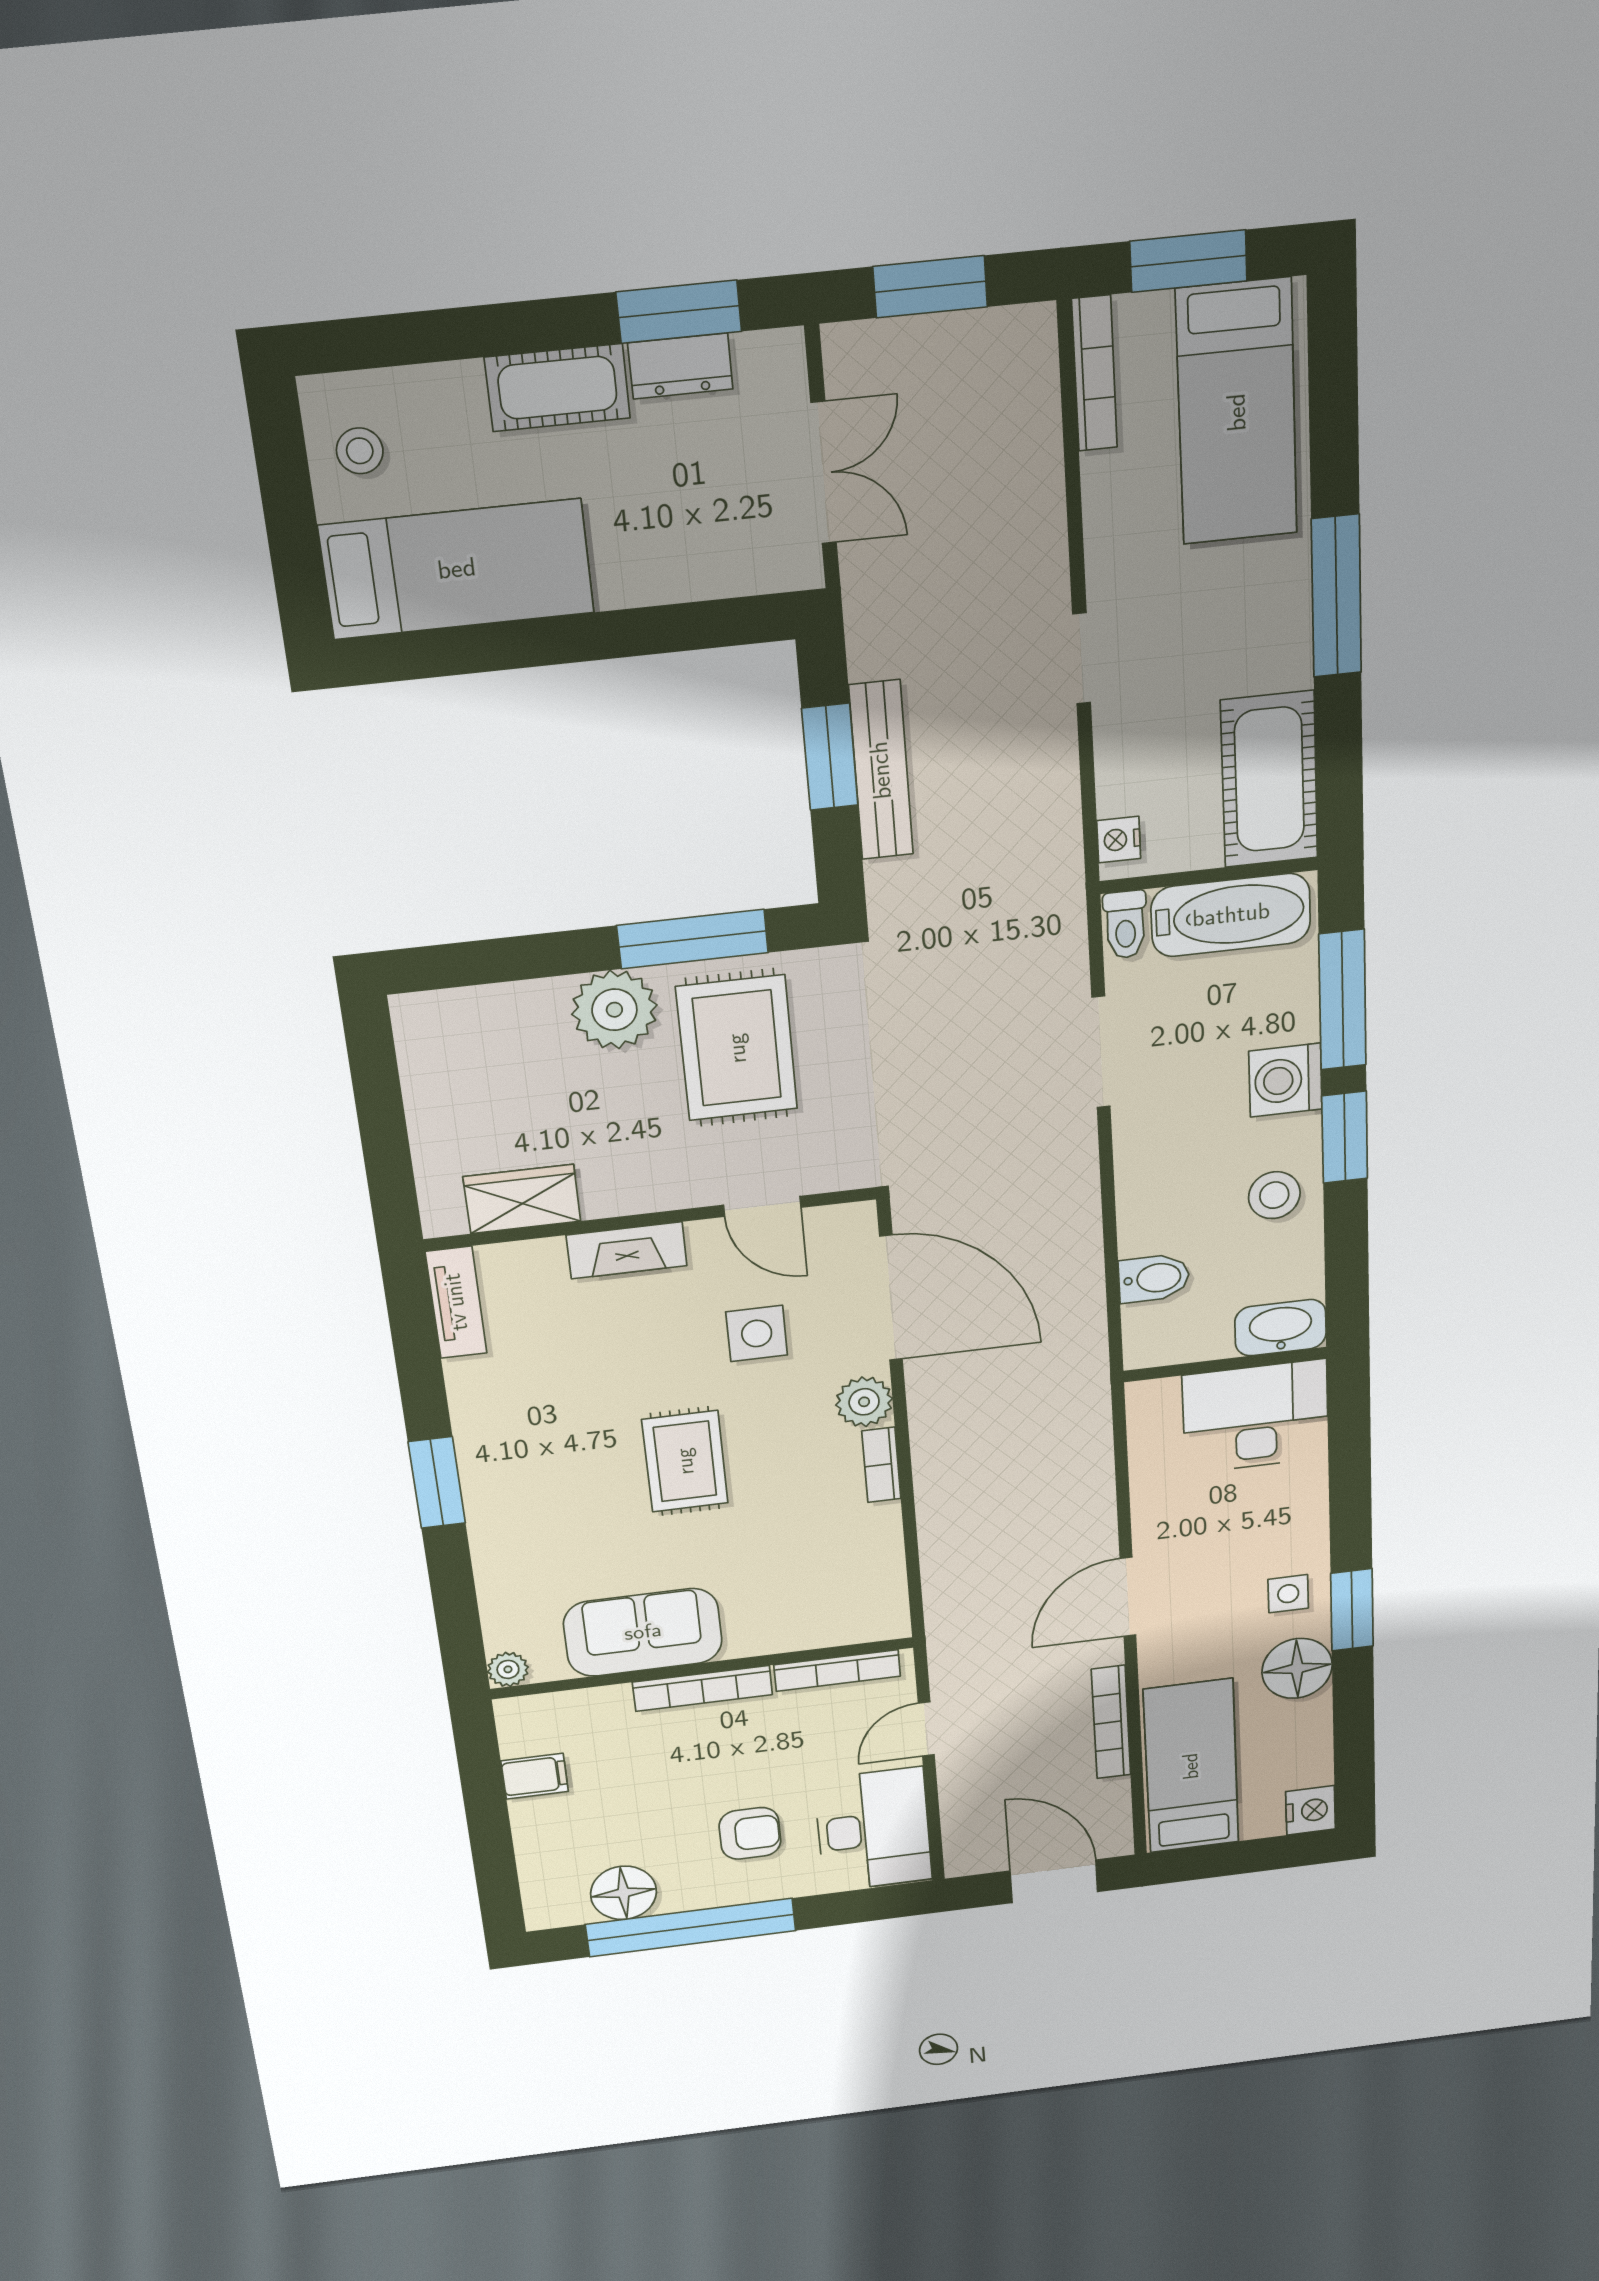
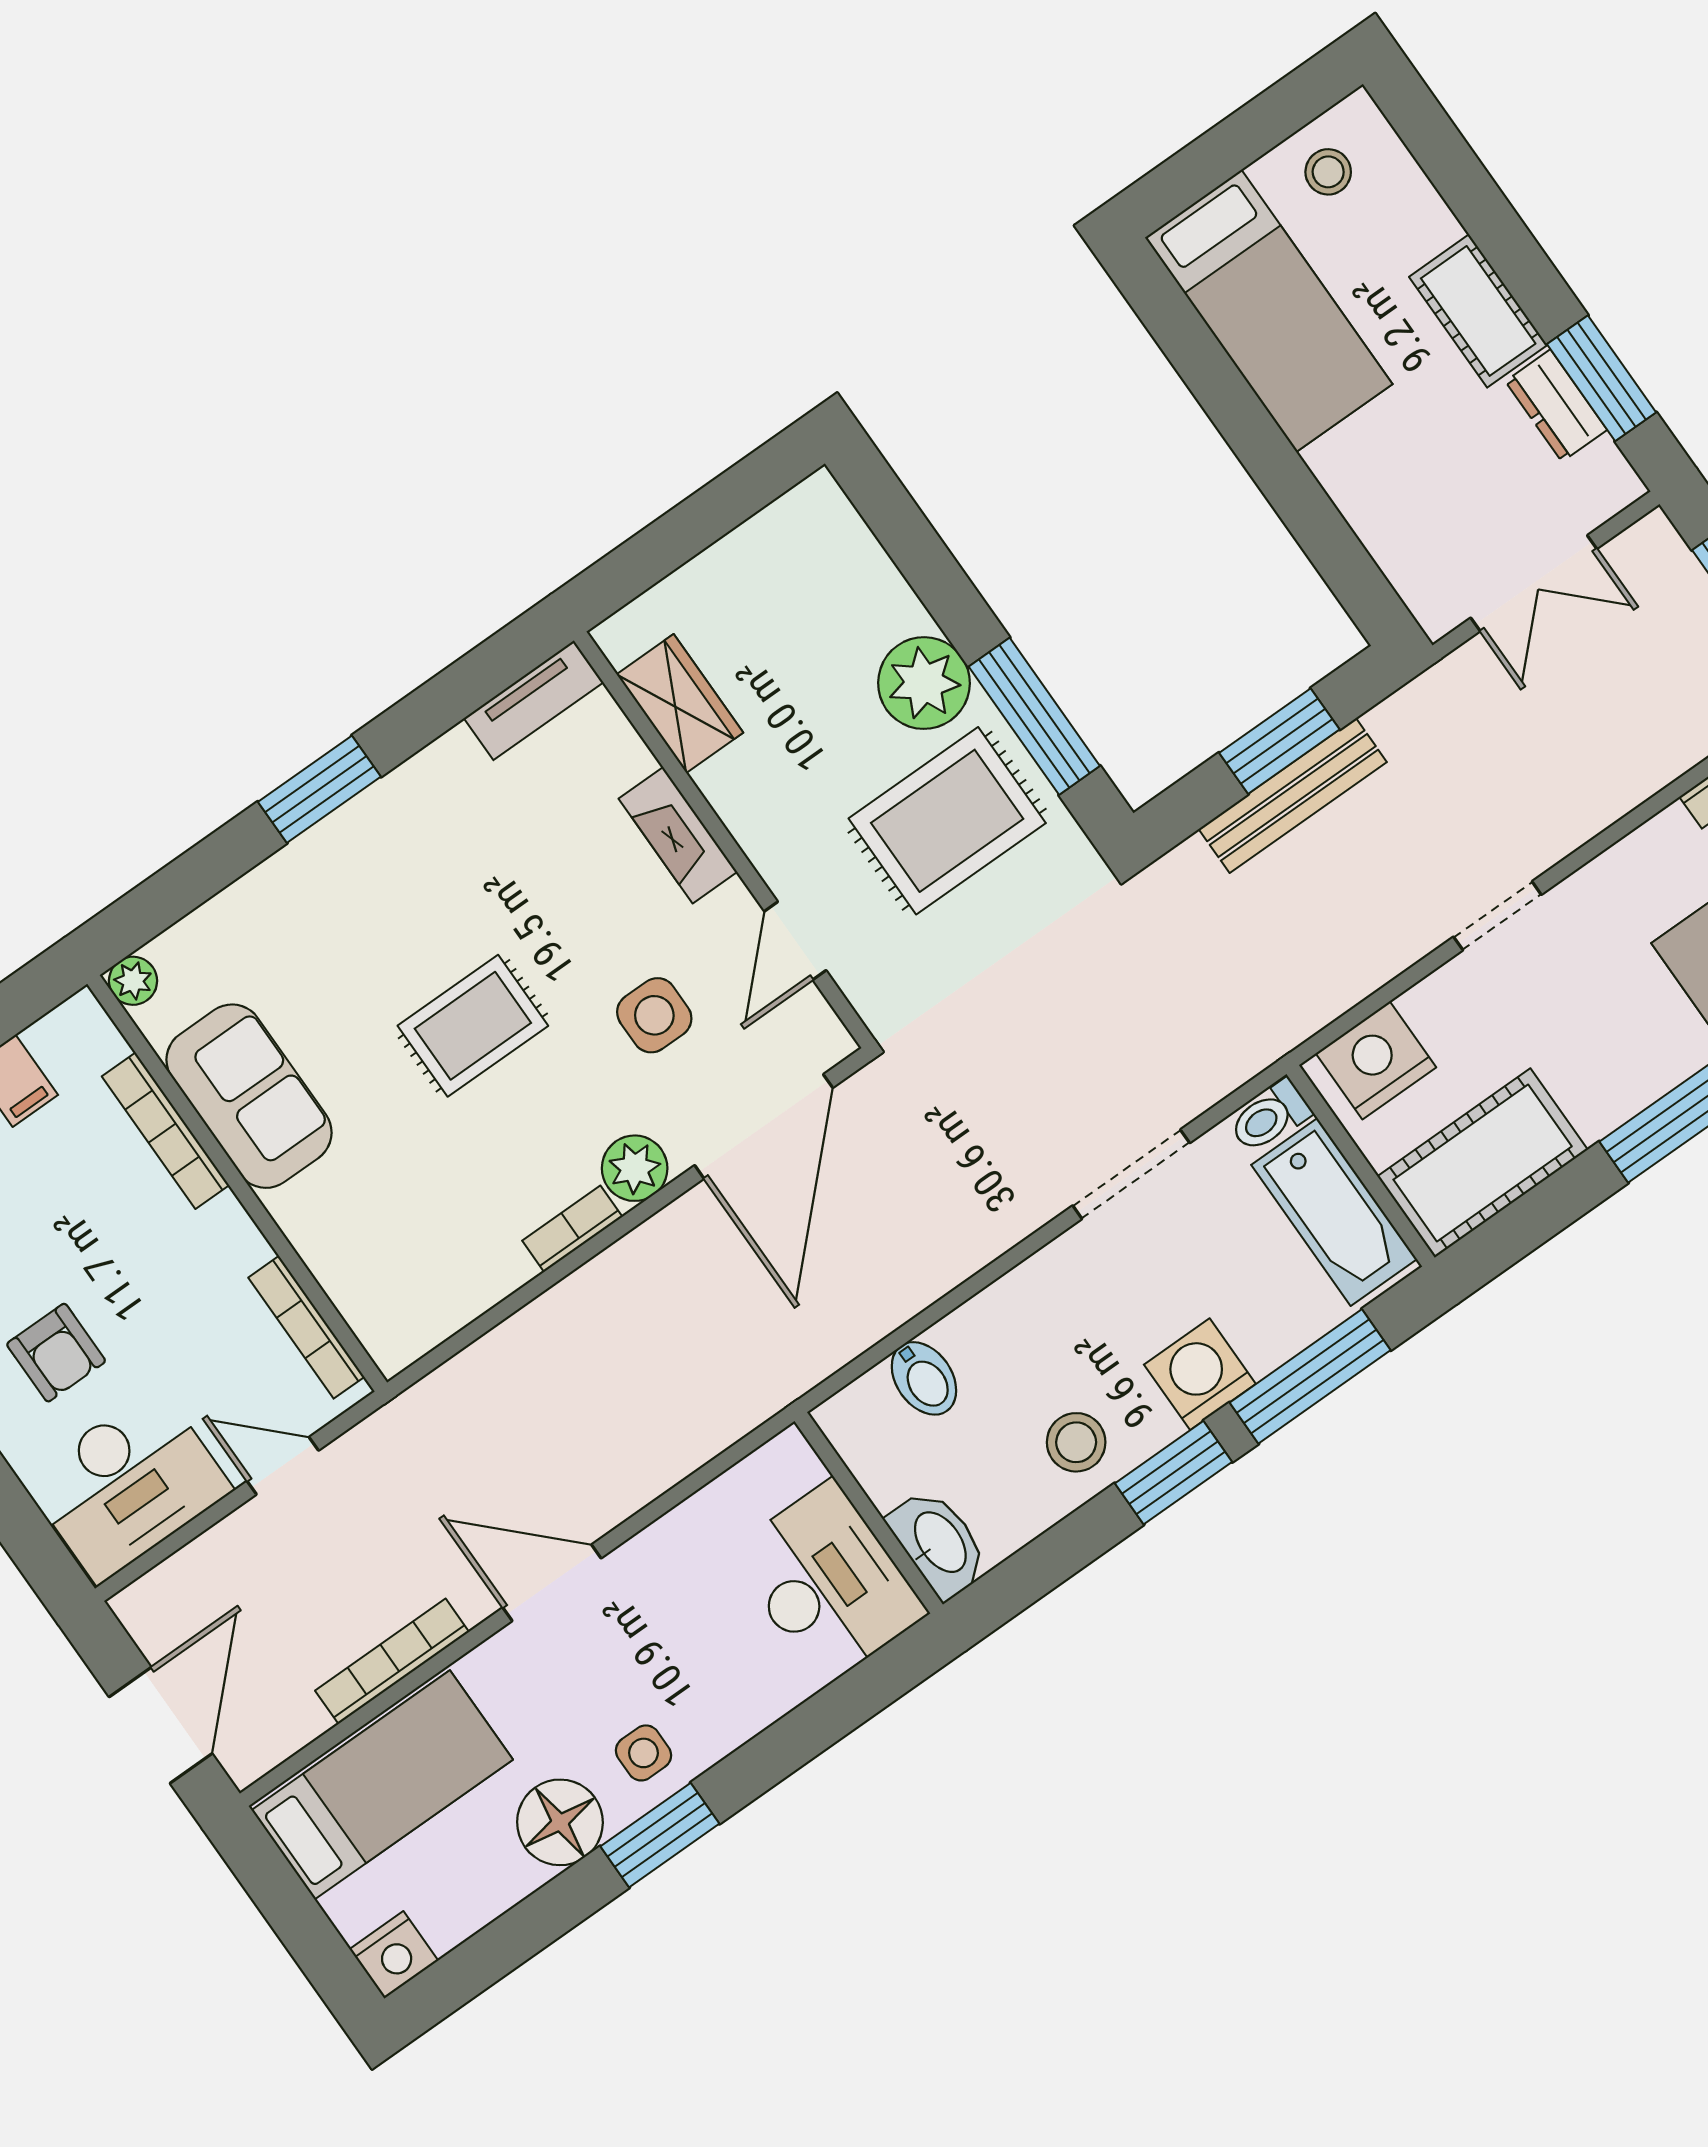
nightstand: (1119, 840) -> (1376, 1060), width x1.89, depth x1.79
bookcase: (702, 1688) -> (166, 1131), moved

